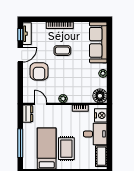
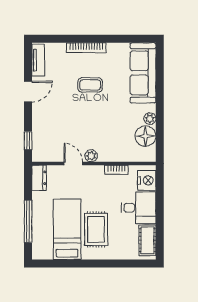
window: (20, 35) -> (28, 141), moved
armchair: (39, 71) -> (56, 116), removed
floor lamp: (100, 96) -> (145, 136), moved
door: (41, 104) -> (73, 164), moved

